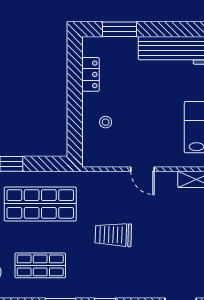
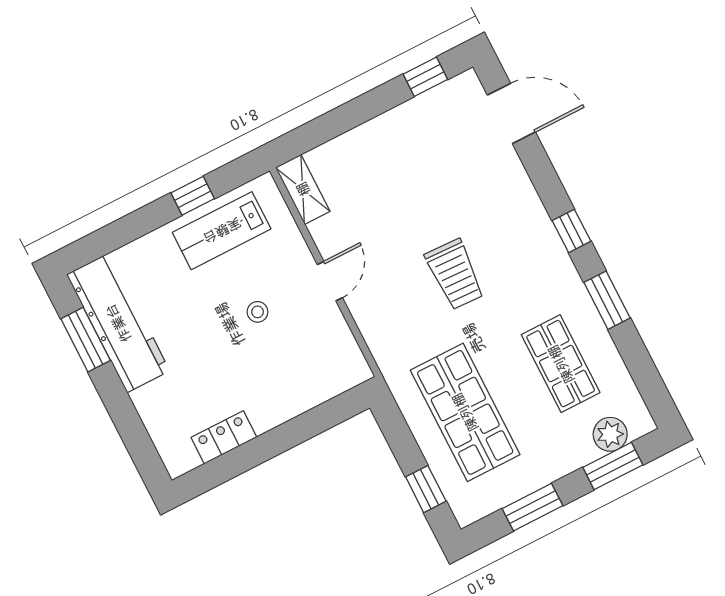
window: (119, 29) -> (86, 340), moved
stool: (106, 122) -> (258, 312), moved

